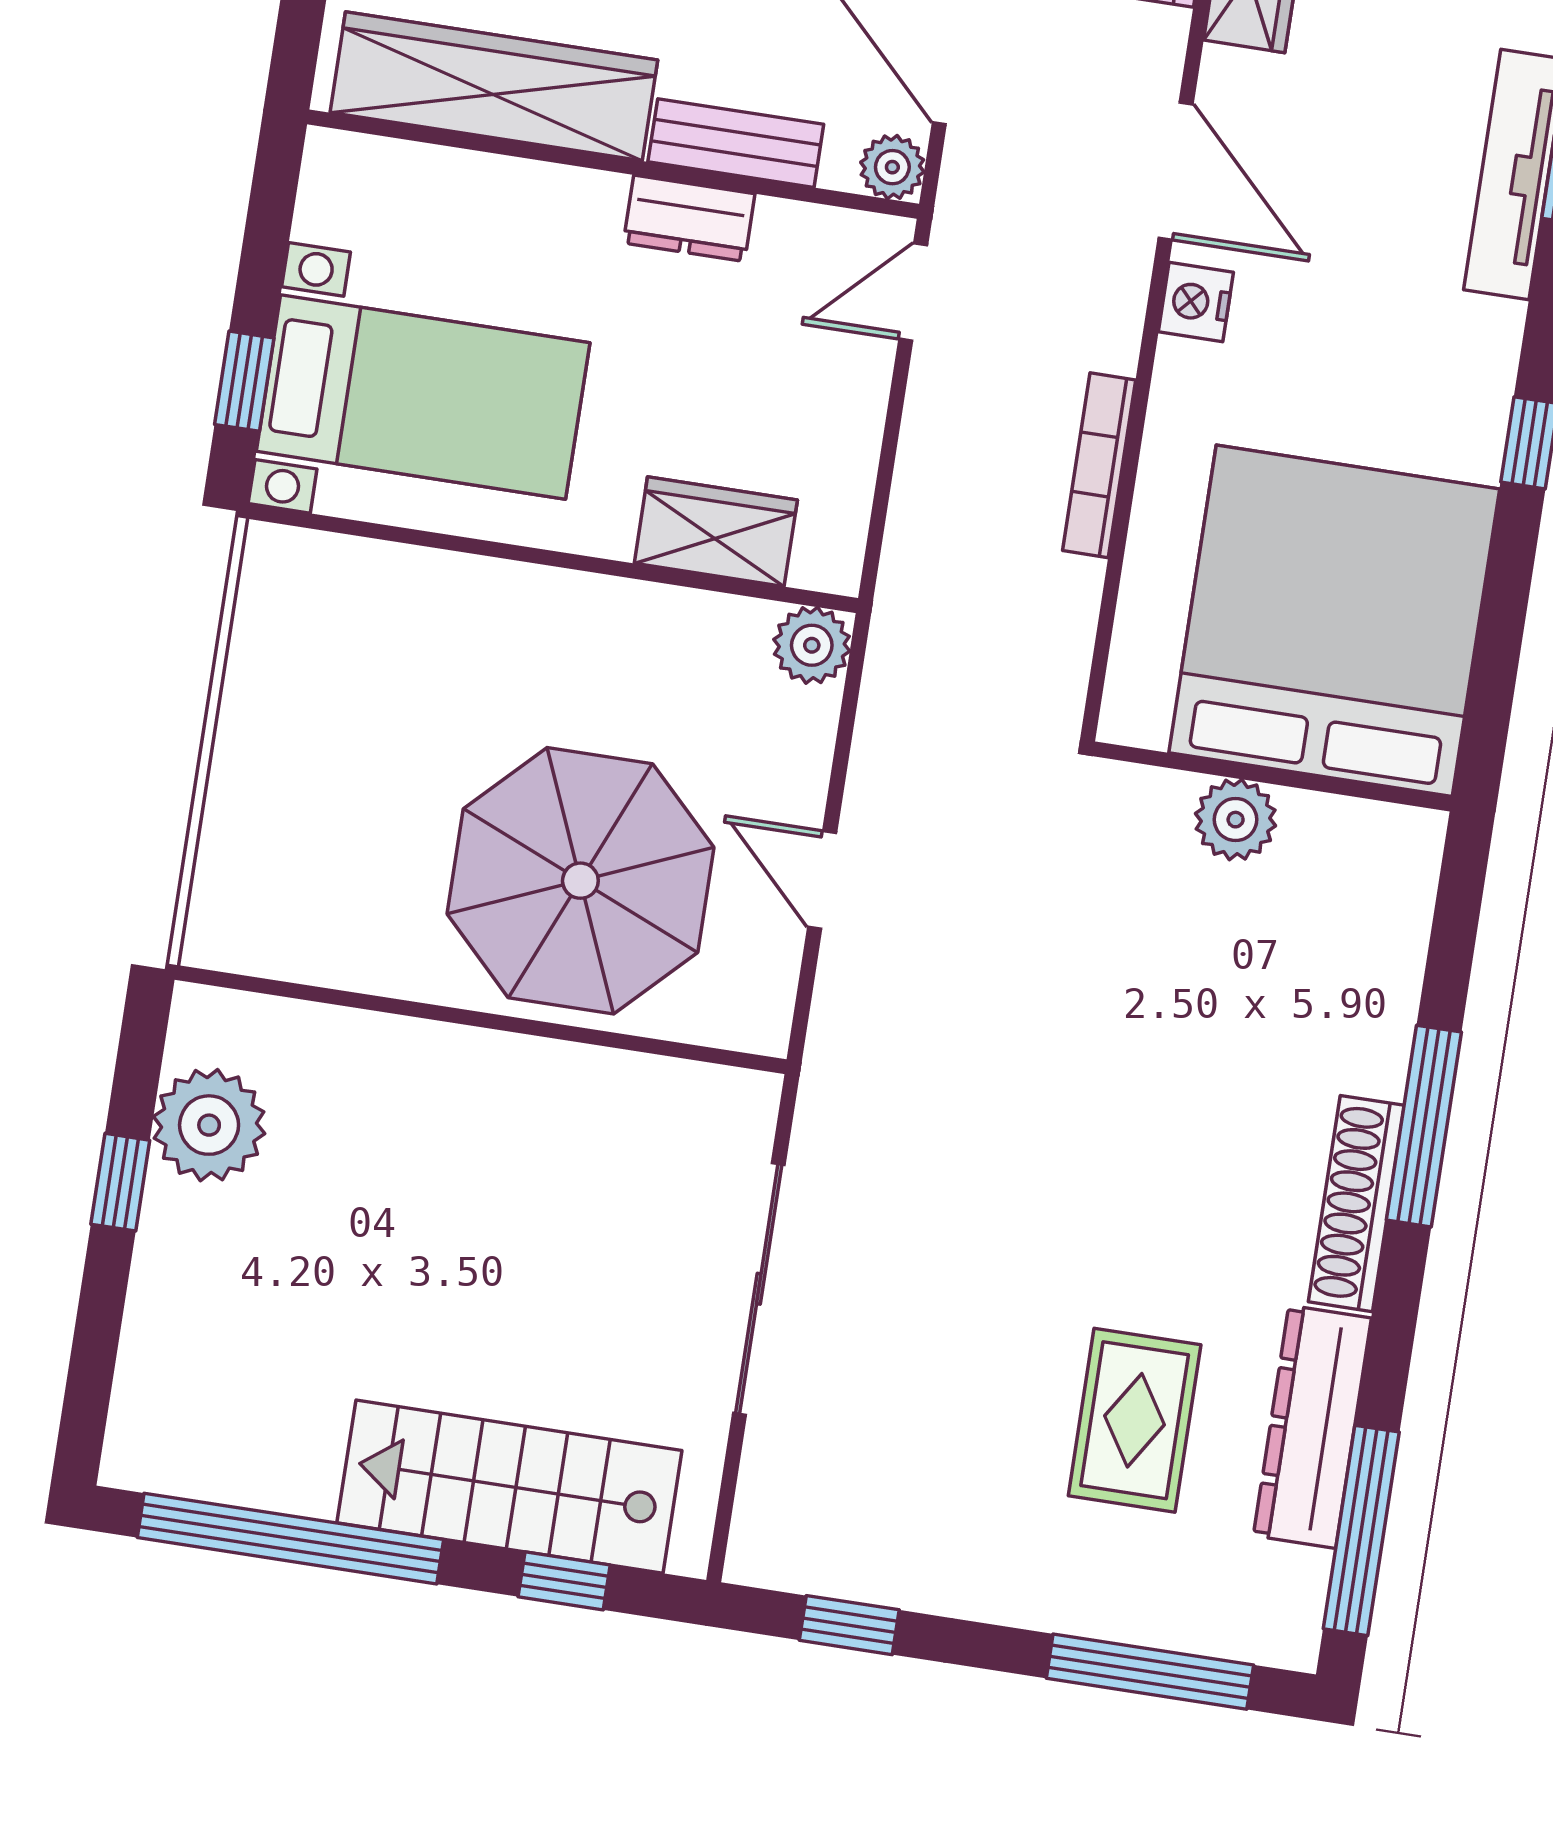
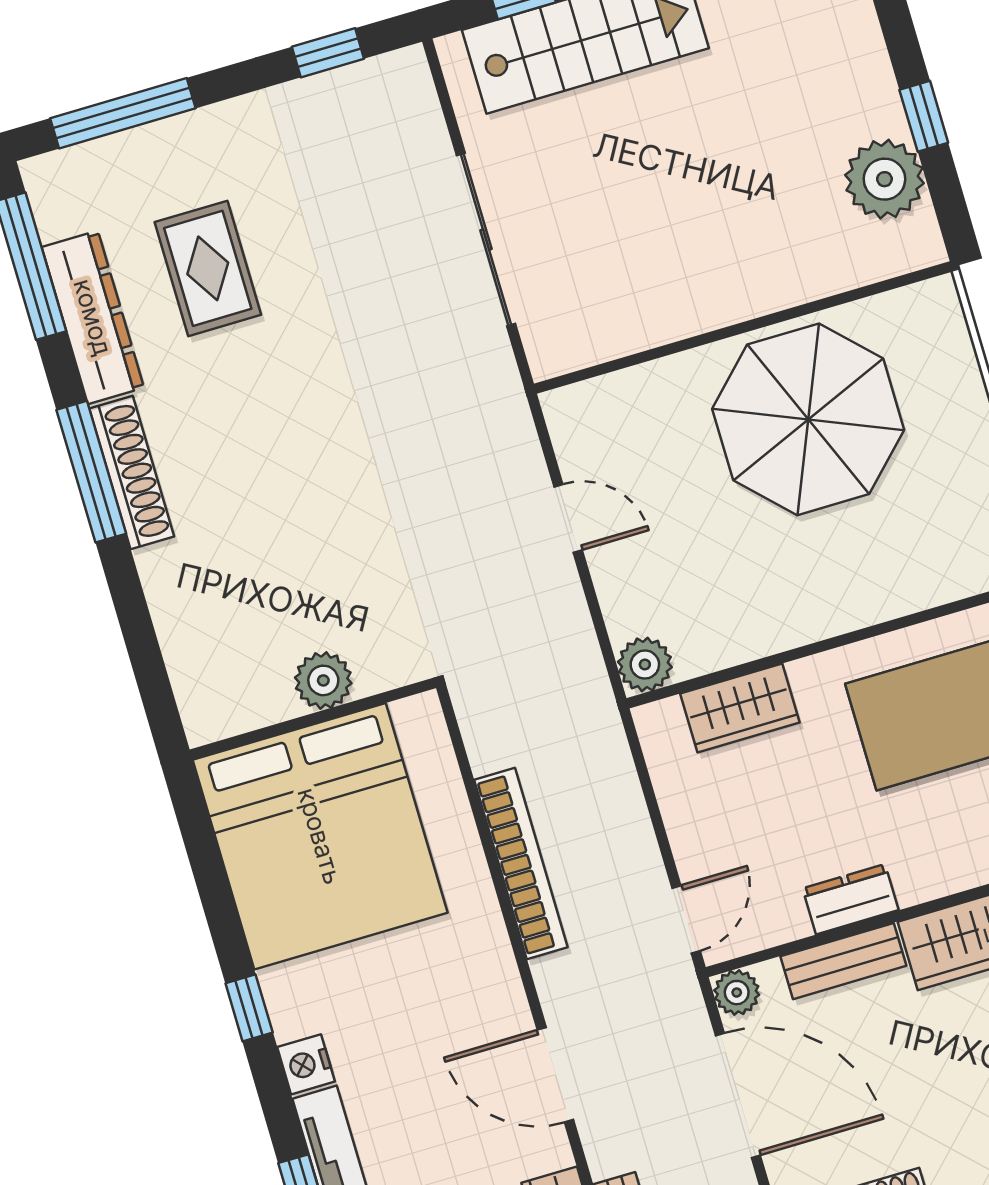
nightstand: (1196, 302) -> (306, 1064), moved, turned 180
bookcase: (1099, 465) -> (521, 863), width x1.48, depth x1.31
parasol: (580, 881) -> (808, 419), moved
window: (1424, 1126) -> (91, 472), moved

